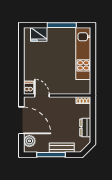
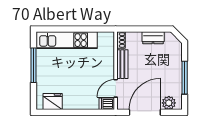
fridge: (39, 34) -> (53, 101), moved, turned -90
bench: (62, 148) -> (122, 64), moved

